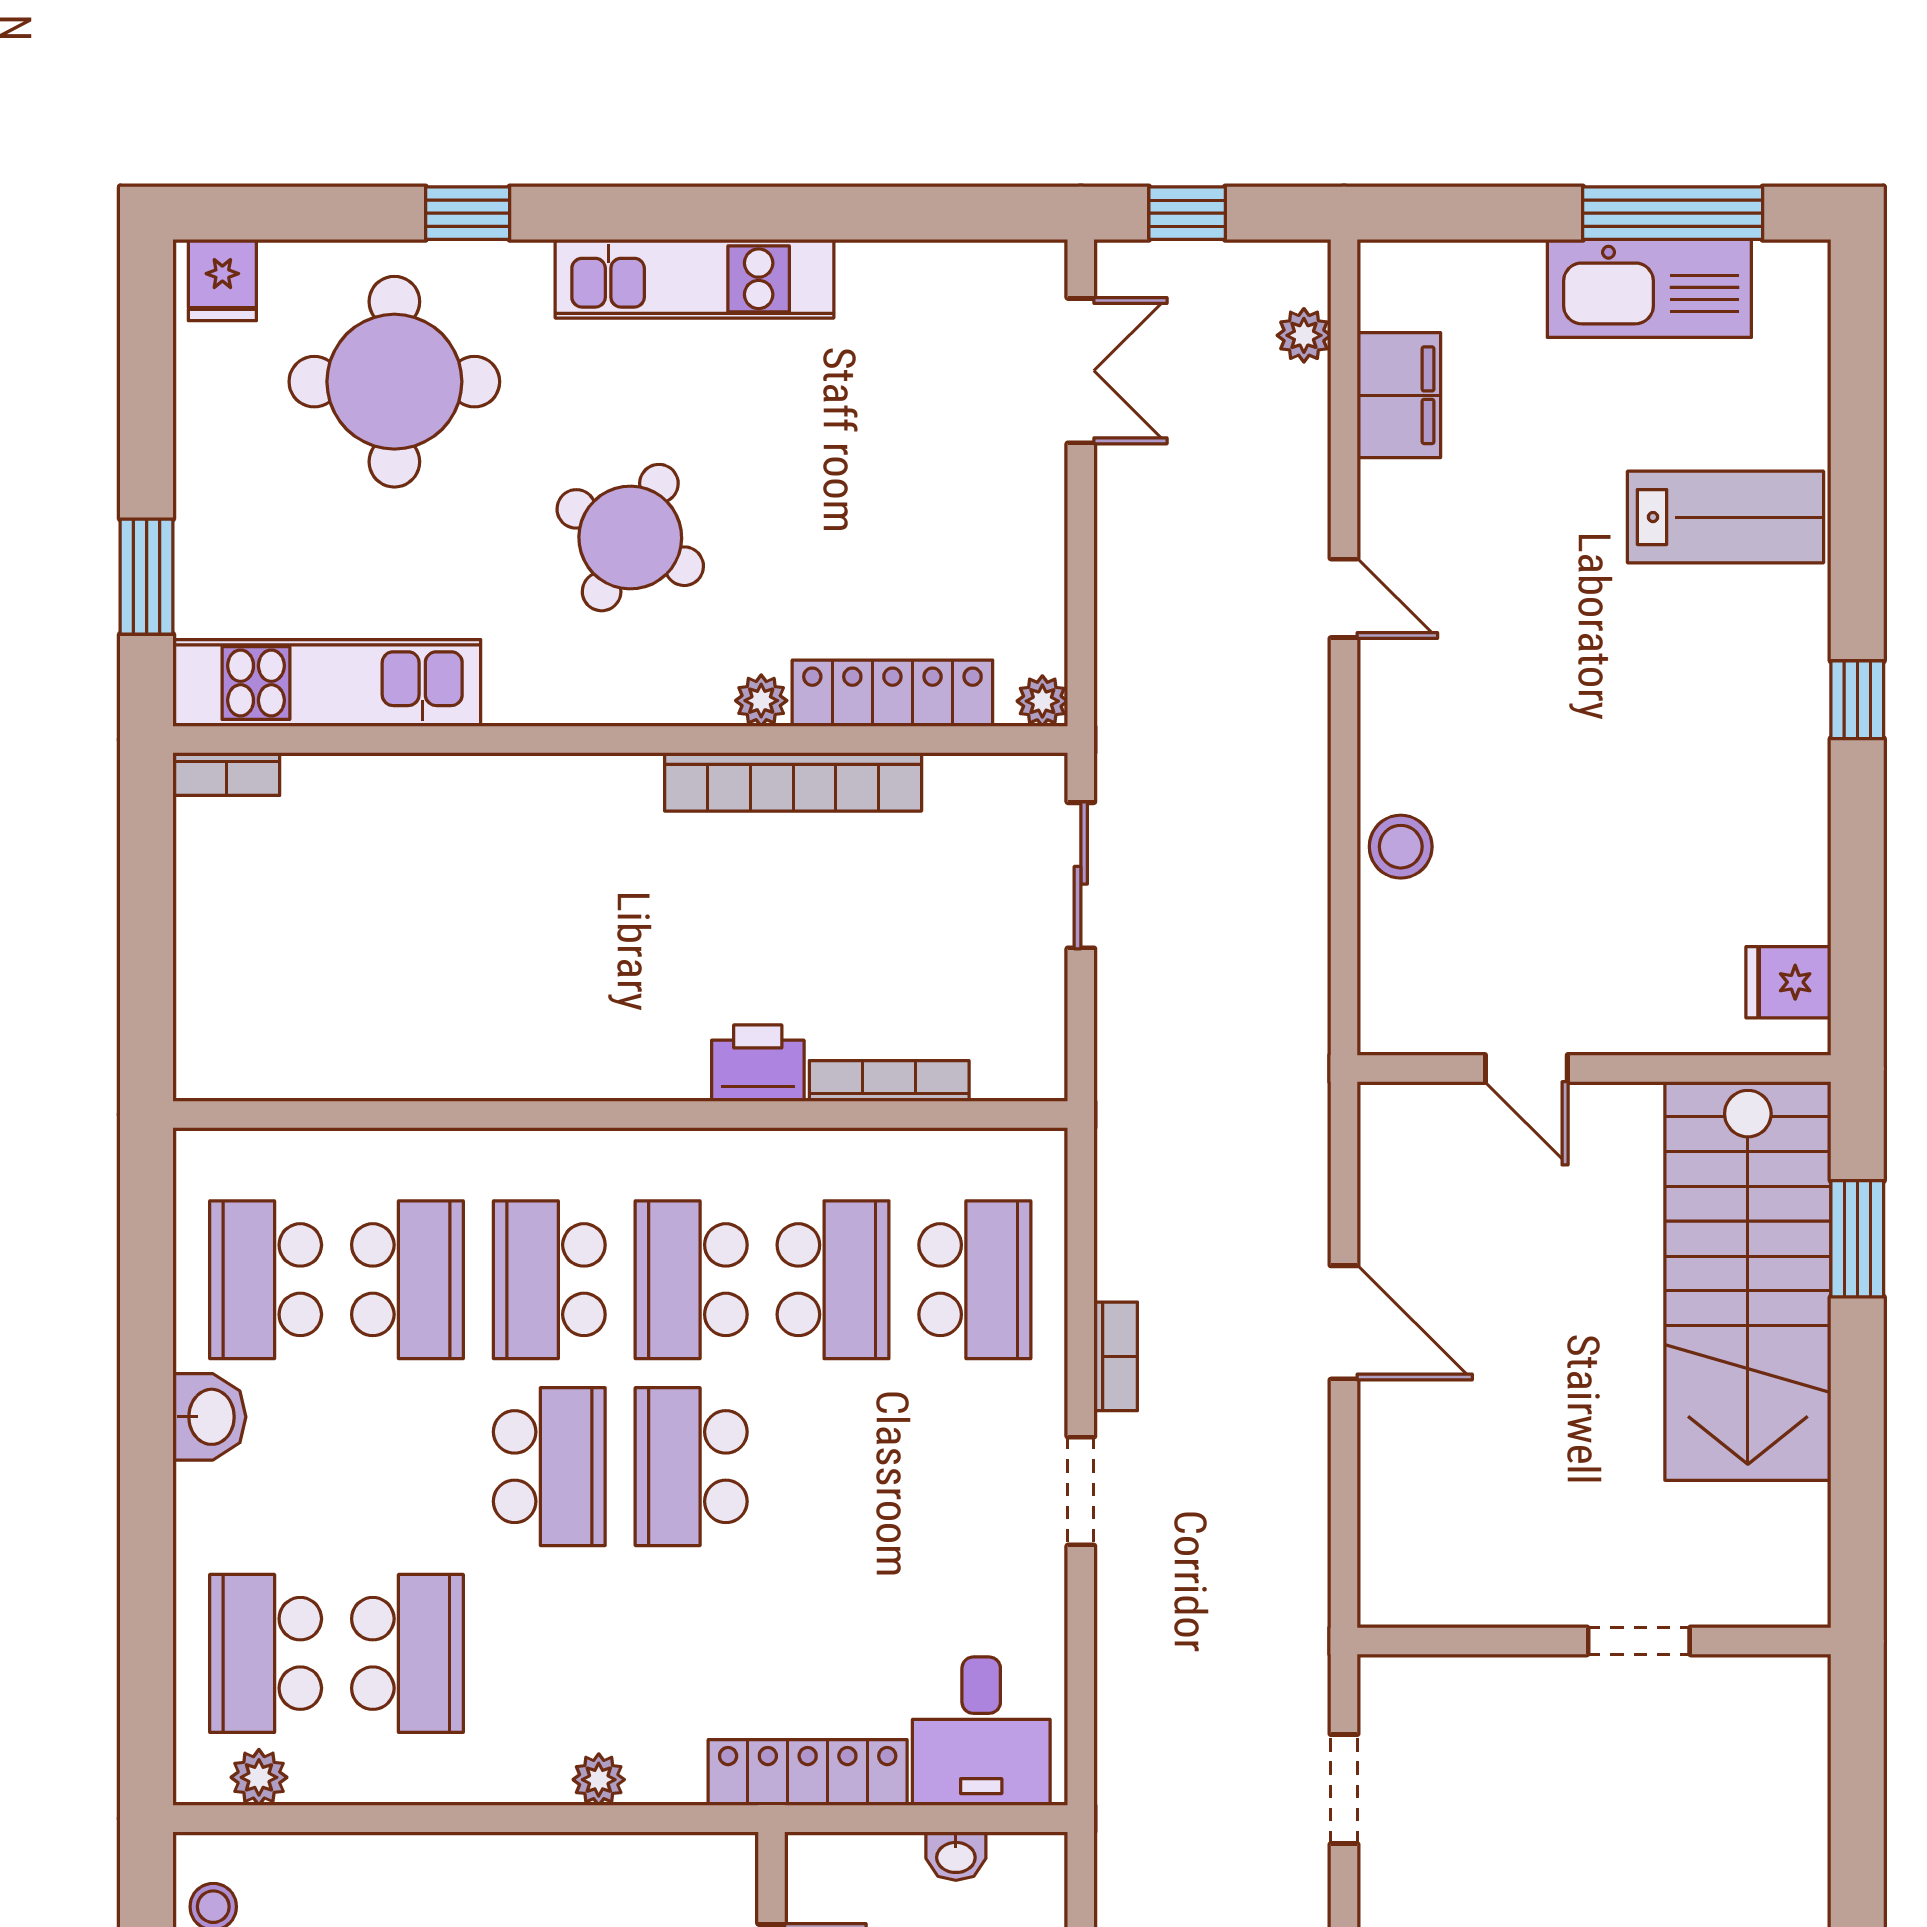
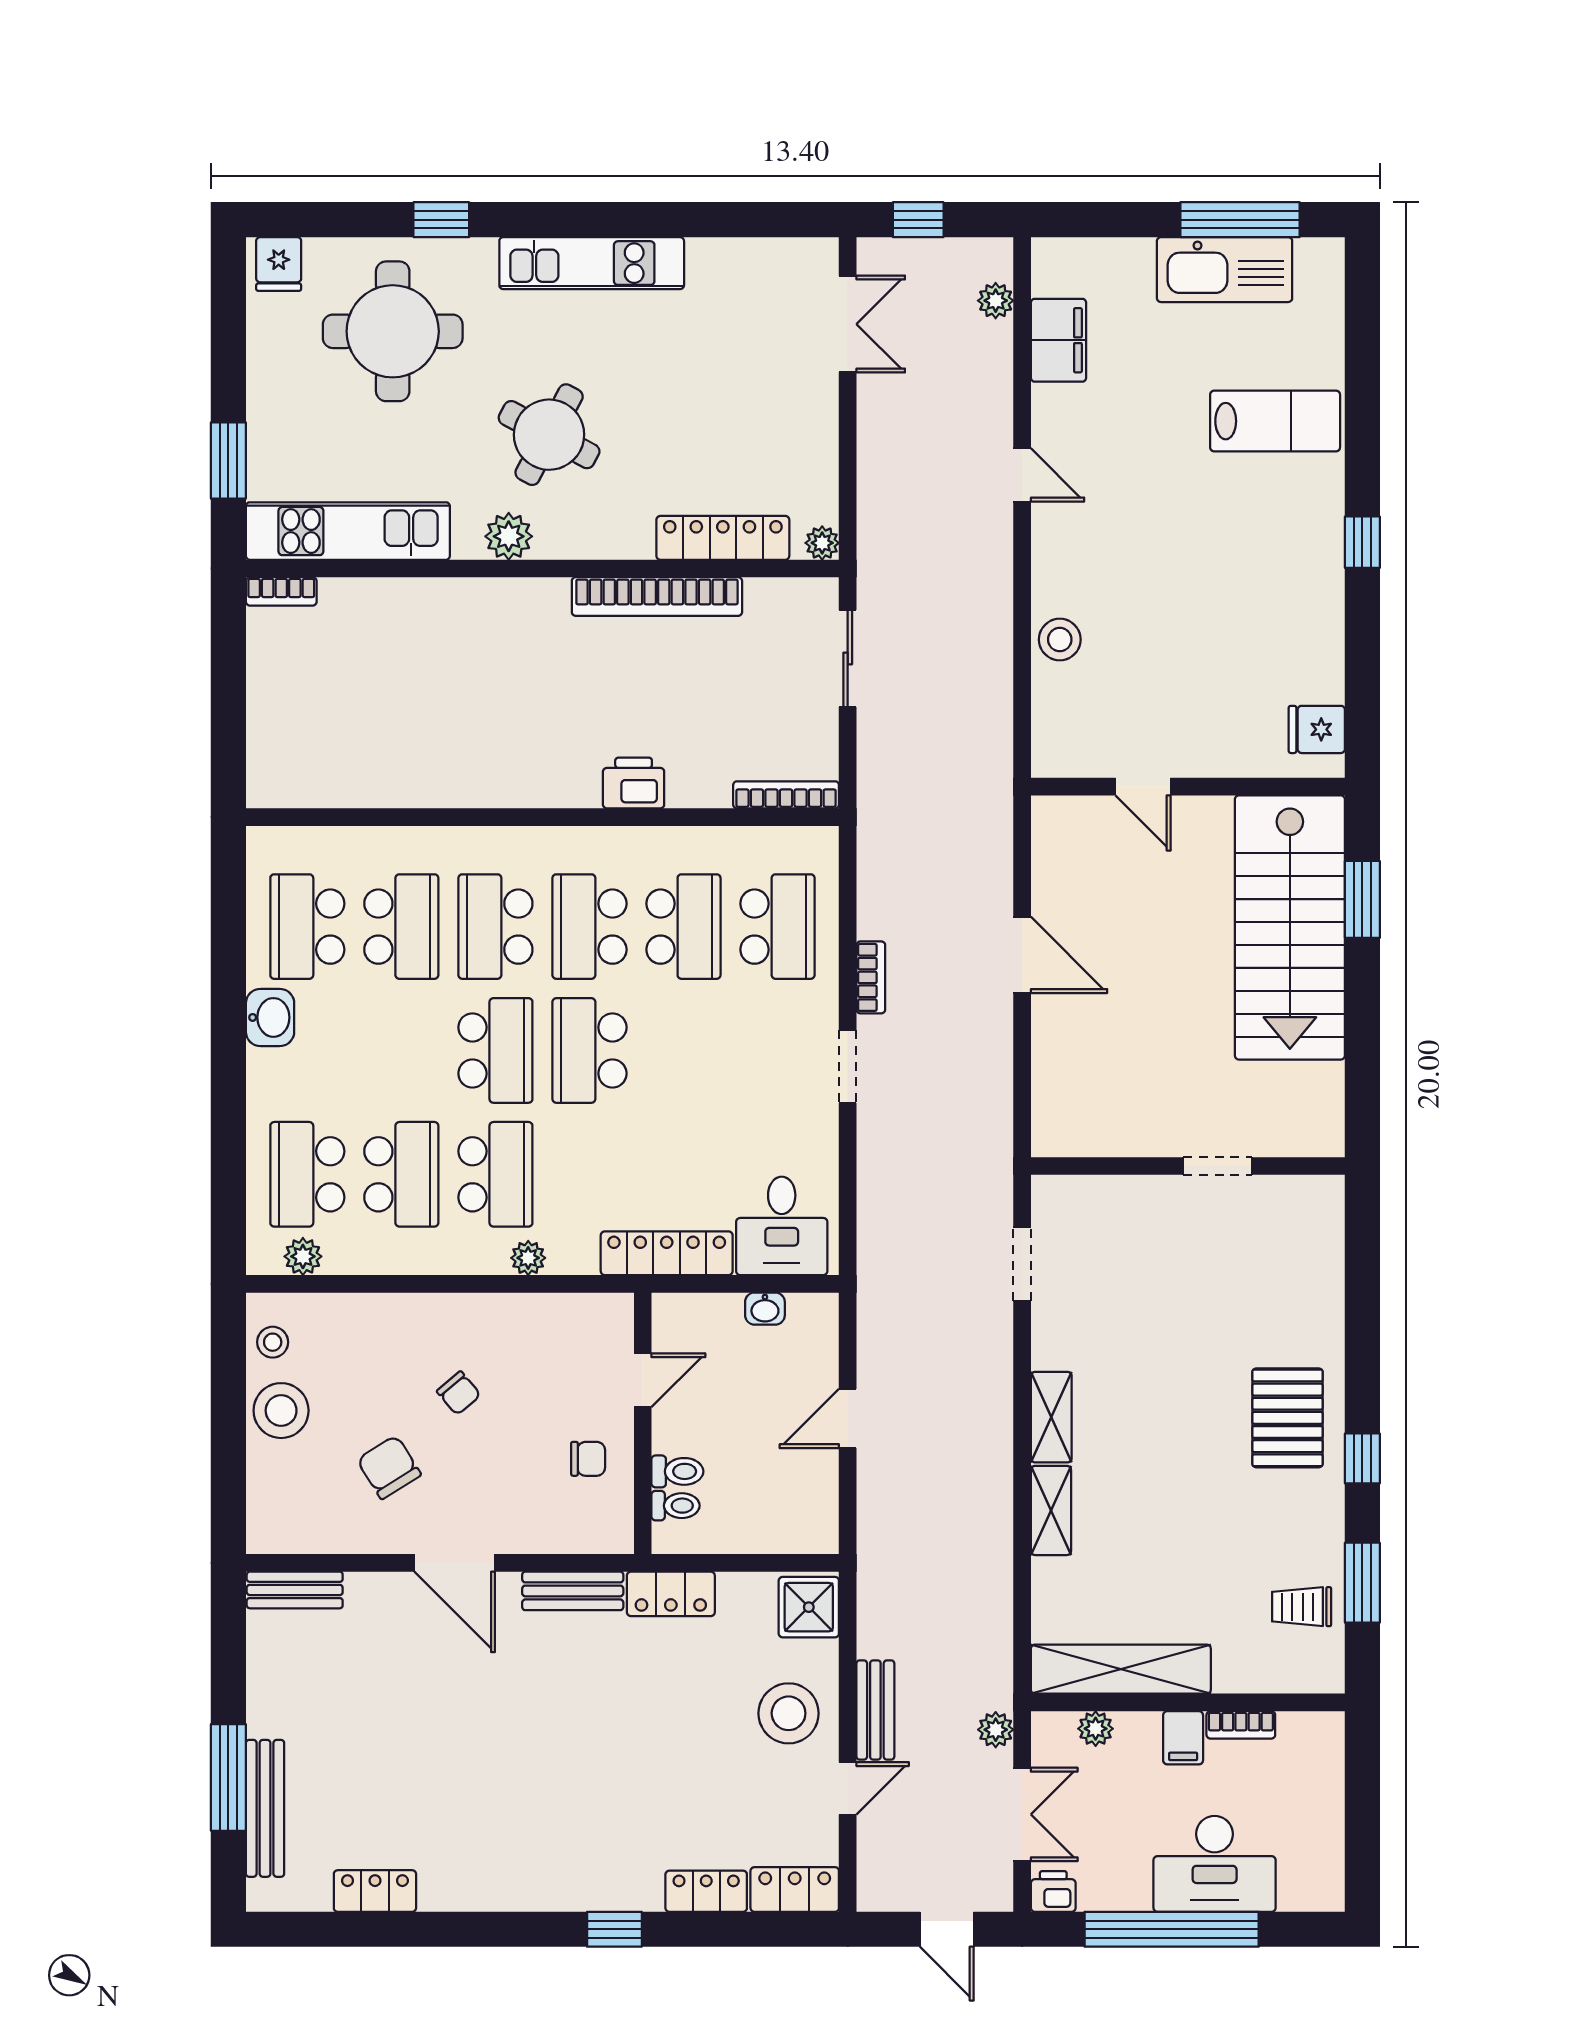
plant: (761, 701) -> (509, 536), moved, width x1.38, depth x1.38
bookcase: (889, 1081) -> (786, 795), moved
school desk: (549, 1653) -> (495, 1174), added

